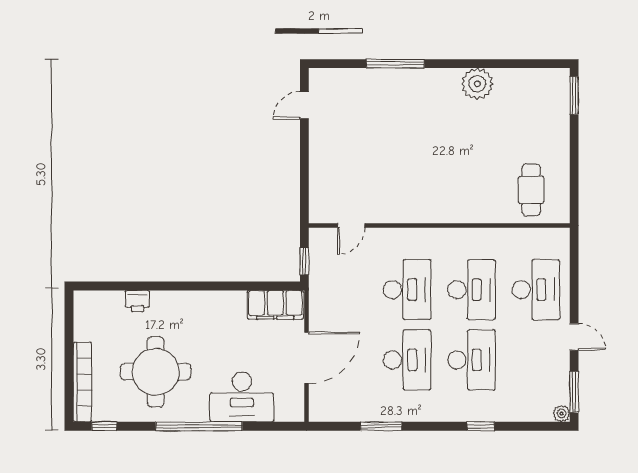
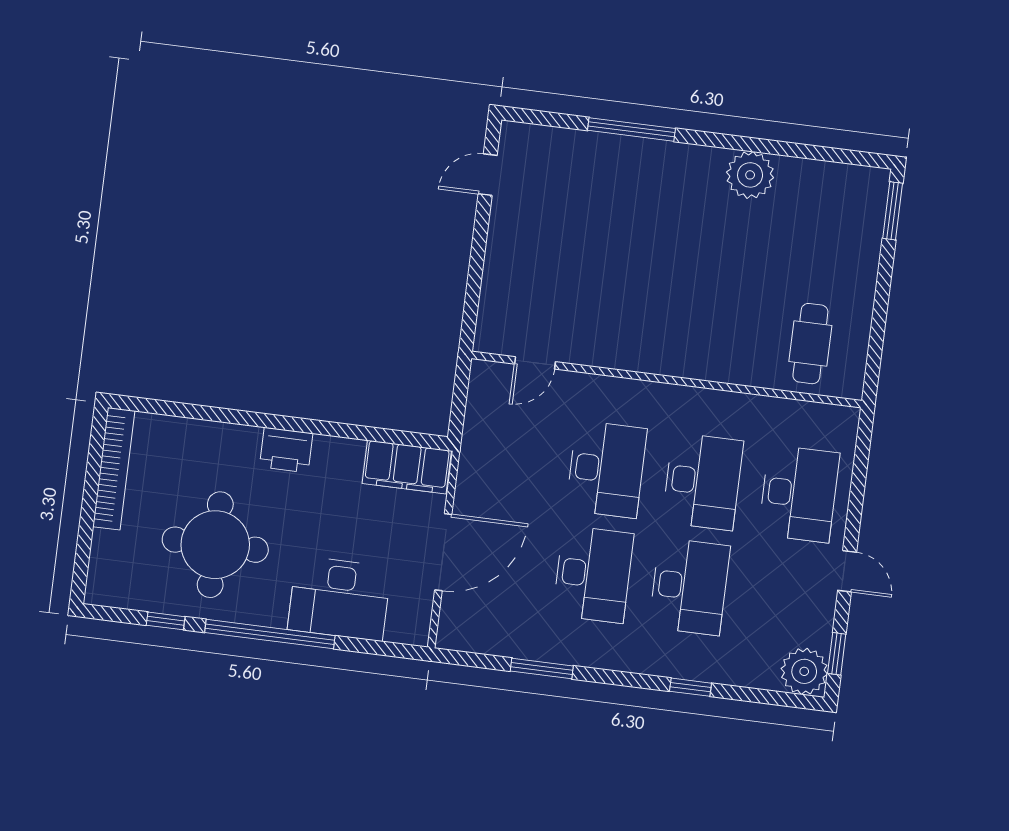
window: (304, 261) -> (458, 408), removed
printer: (137, 301) -> (286, 450), moved, width x1.36, depth x1.24
bookcase: (82, 382) -> (114, 469), moved
window: (574, 392) -> (837, 654), width x0.67
plant: (562, 414) -> (804, 671), width x1.88, depth x1.88
window: (104, 426) -> (166, 621), moved

